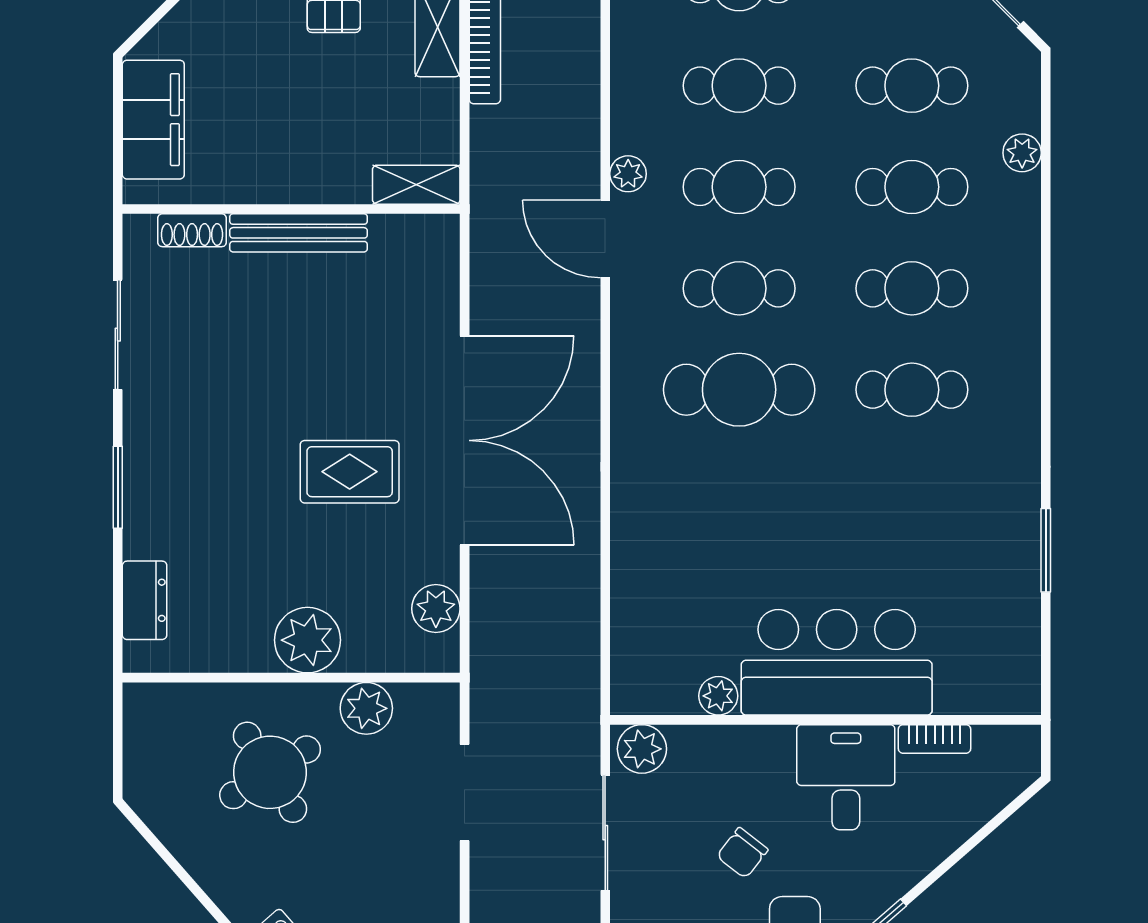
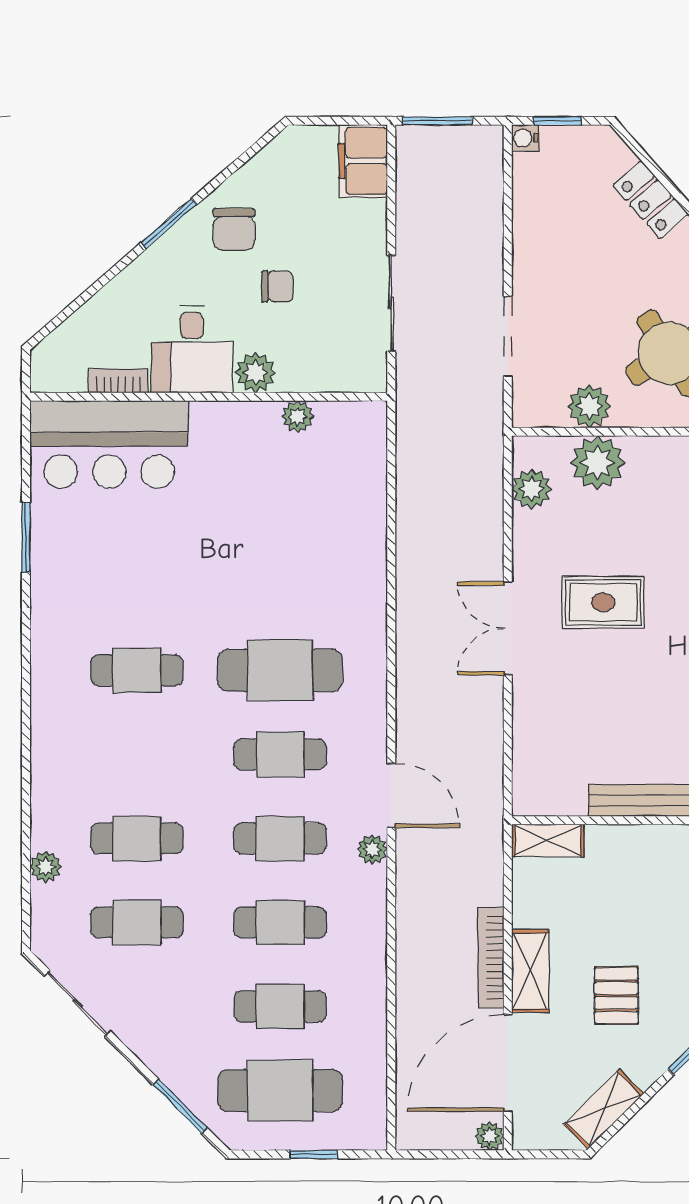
cafe table: (912, 288) -> (137, 754), removed
double door: (465, 440) -> (508, 628), width x0.54
plant: (308, 640) -> (597, 463), moved
bar counter: (837, 662) -> (109, 444), moved
plant: (642, 749) -> (256, 373), moved
chair: (742, 853) -> (277, 286), turned 52

